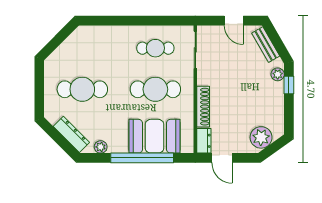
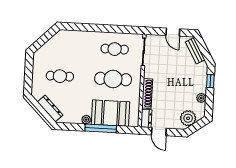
plant: (278, 74) -> (201, 98), moved
cafe table: (82, 89) -> (60, 76), width x0.73, depth x0.74
plant: (101, 147) -> (86, 120), moved
window: (142, 158) -> (101, 128), width x0.68

